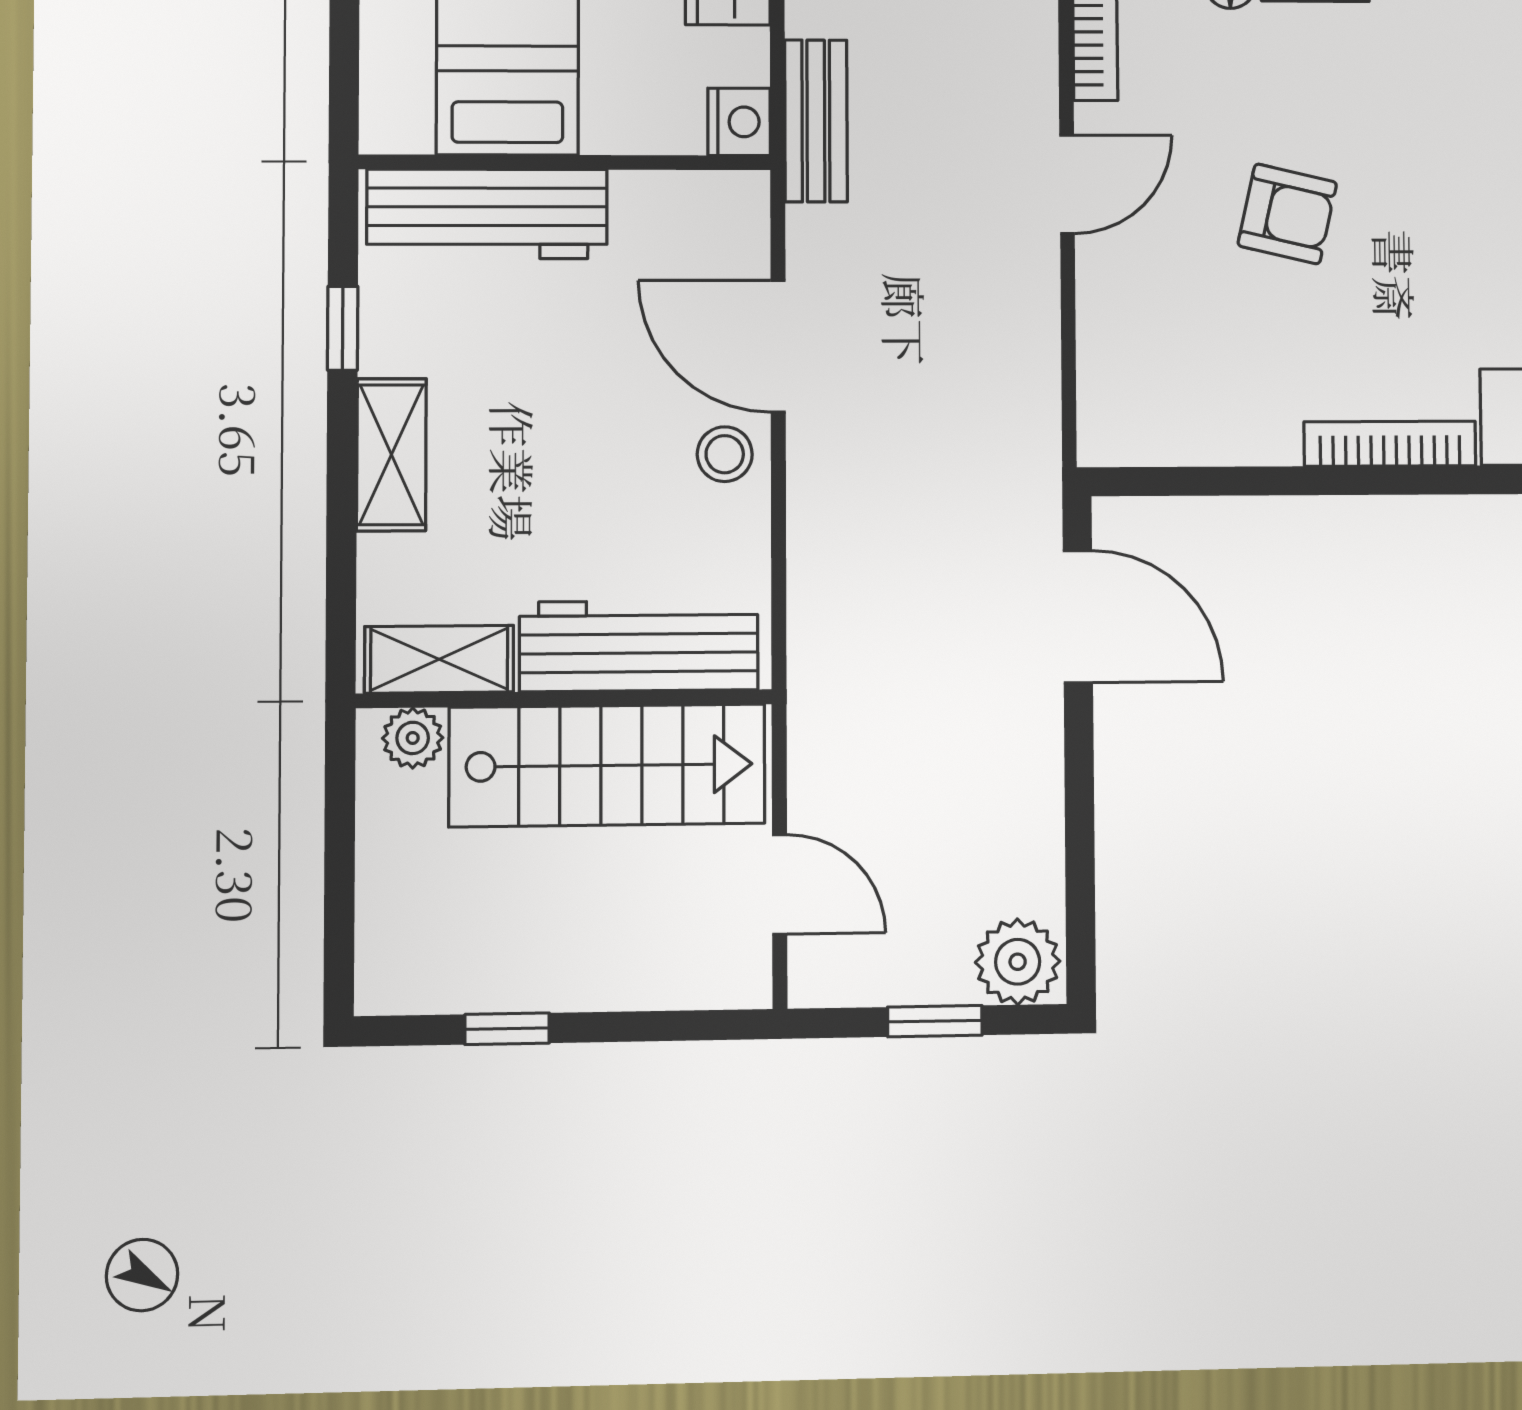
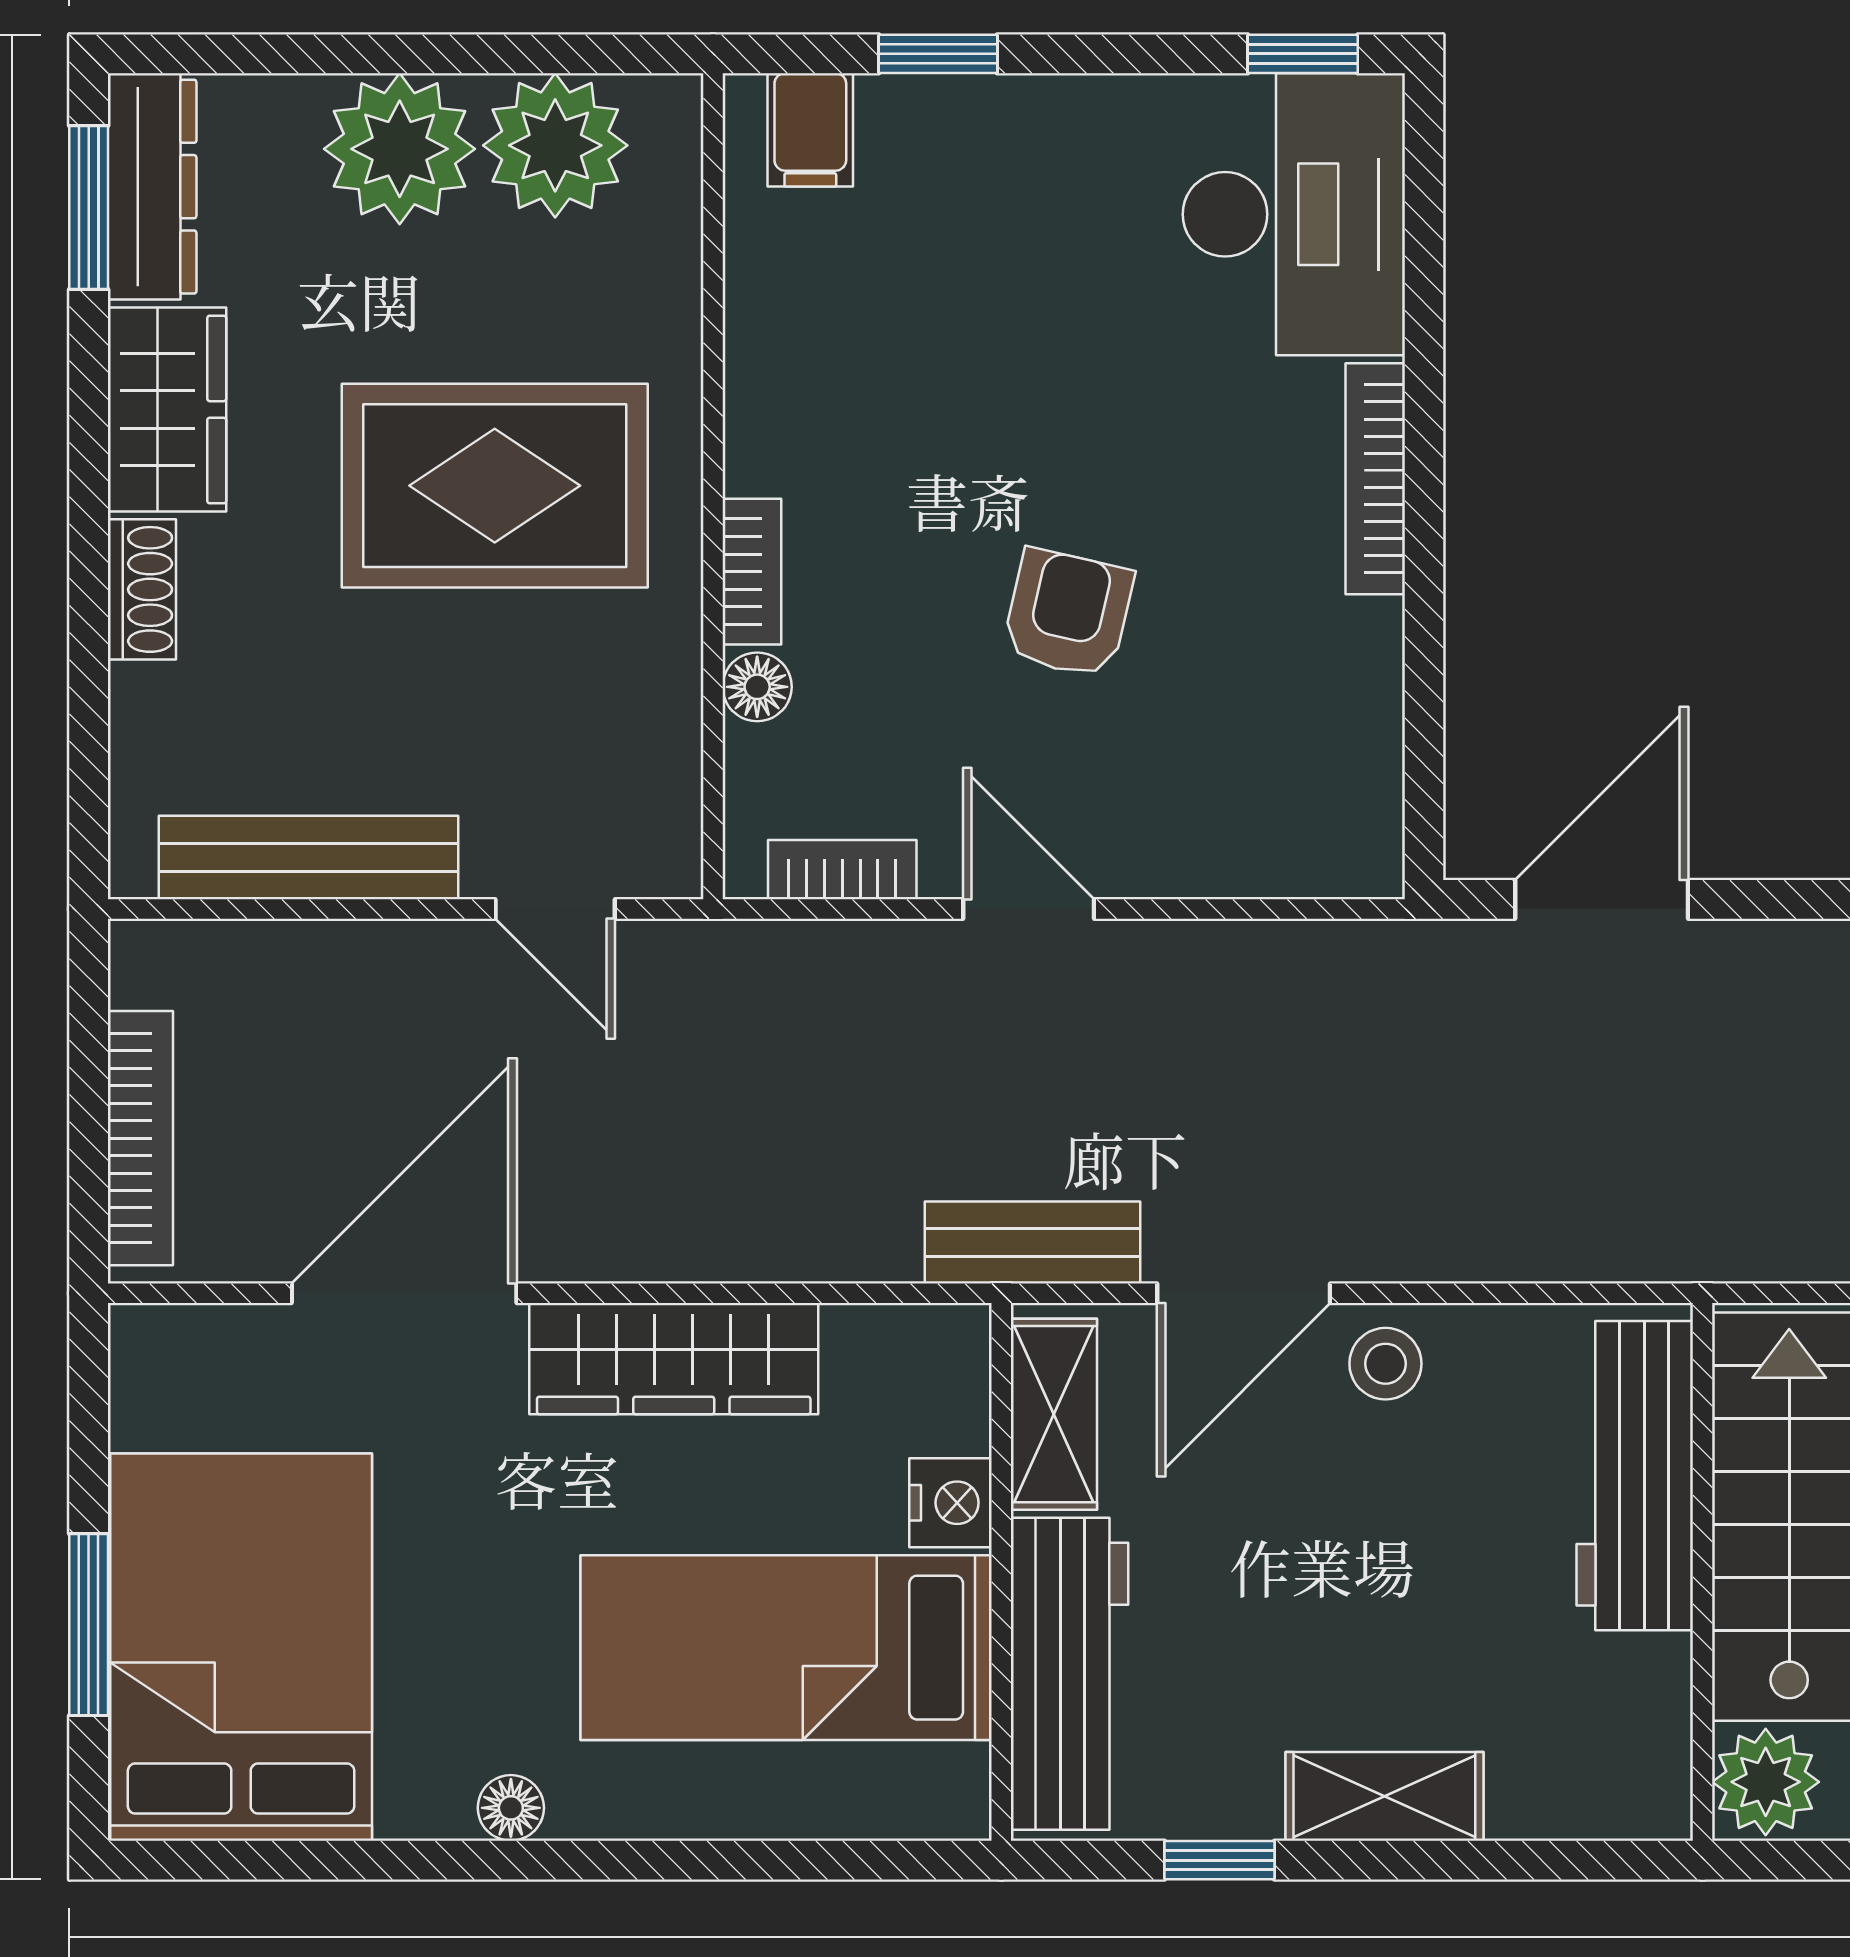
bench: (816, 121) -> (1032, 1242), moved
nightstand: (739, 122) -> (951, 1503), moved, turned 90
shelving: (439, 659) -> (1054, 1414), moved
plant: (413, 738) -> (1766, 1782), width x1.38, depth x1.38

